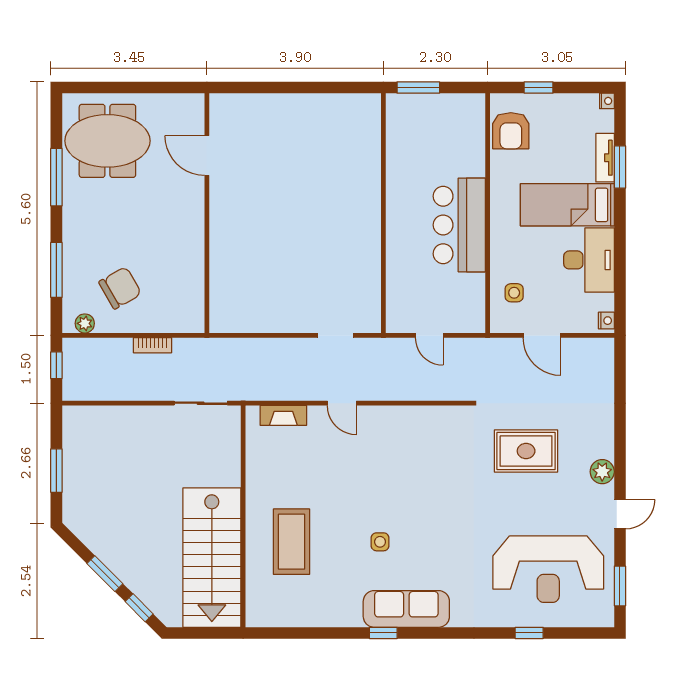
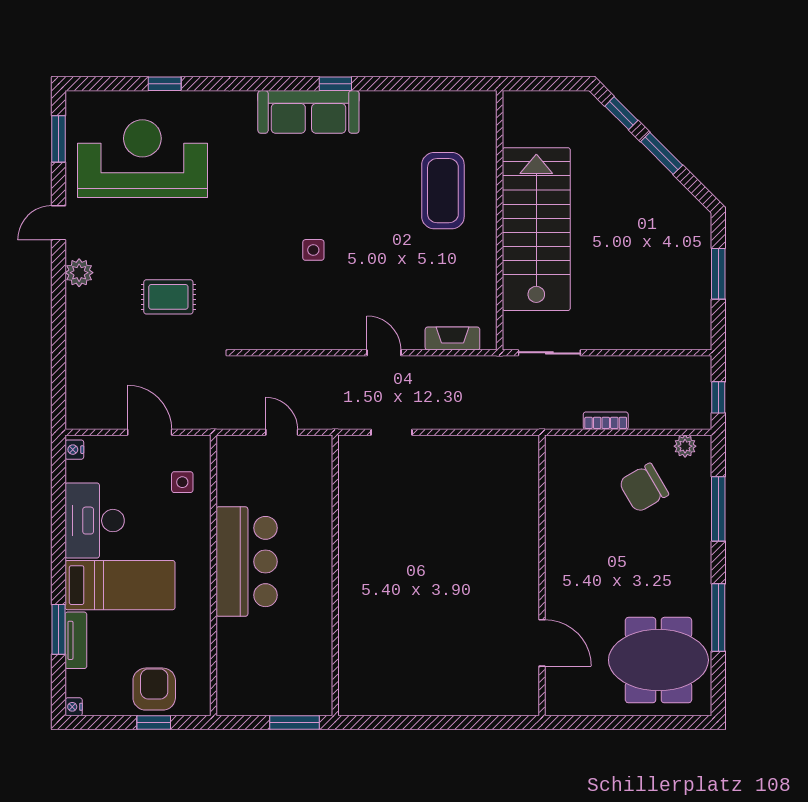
armchair: (511, 131) -> (154, 689), moved
rug: (526, 451) -> (168, 297), width x0.73, depth x0.70
side table: (380, 542) -> (313, 250), moved
stairs: (212, 558) -> (536, 229), moved

